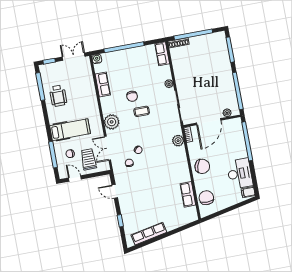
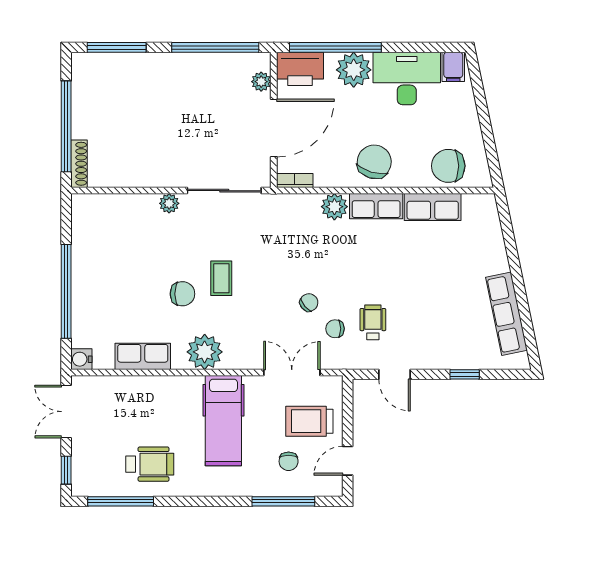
row of seats: (162, 54) -> (376, 206), moved
plant: (112, 122) -> (205, 352), moved
door: (209, 122) -> (274, 128), hinge flipped
printer: (235, 128) -> (300, 69), added
hospital bed: (70, 130) -> (223, 421), moved, turned 180
plant: (178, 141) -> (334, 207), moved
double door: (108, 148) -> (292, 373), swing flipped
plant: (239, 151) -> (354, 70), added
wheelchair: (135, 178) -> (373, 322), added
door: (115, 191) -> (395, 374), hinge flipped

